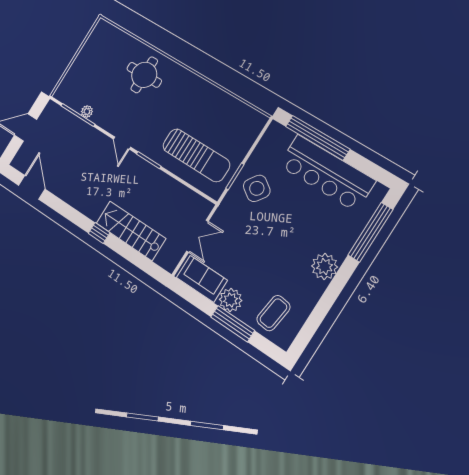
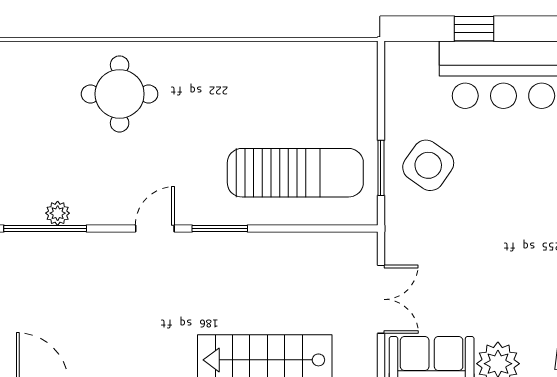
window: (318, 138) -> (474, 29), width x0.32
door: (122, 143) -> (155, 228), swing flipped

